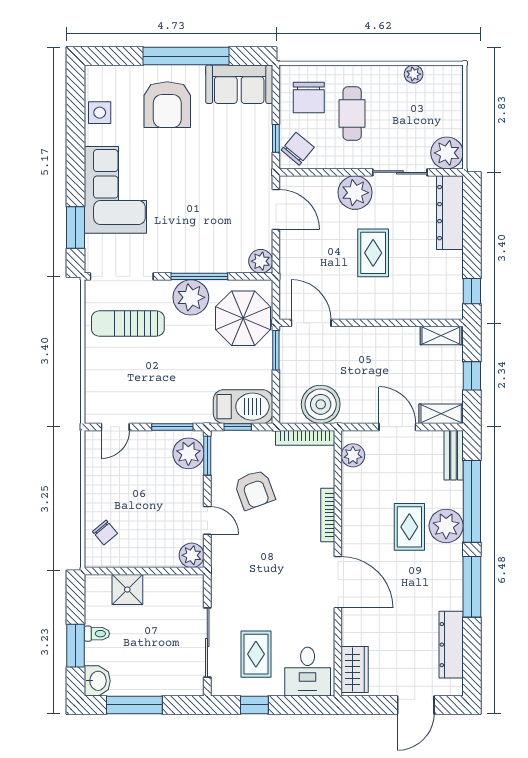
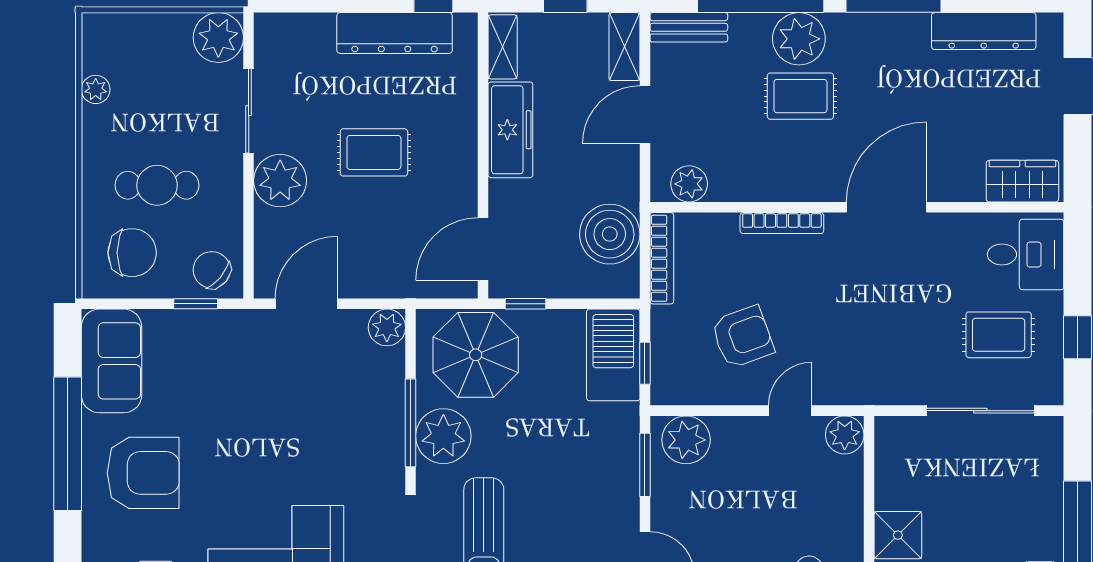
dresser: (450, 213) -> (395, 33), moved
freezer: (388, 341) -> (510, 130), added
window: (276, 350) -> (526, 304), width x0.67
window: (207, 456) -> (690, 411), removed

